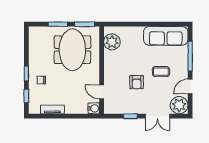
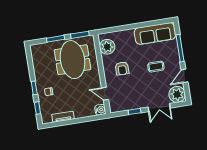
armchair: (137, 82) -> (122, 68), moved

